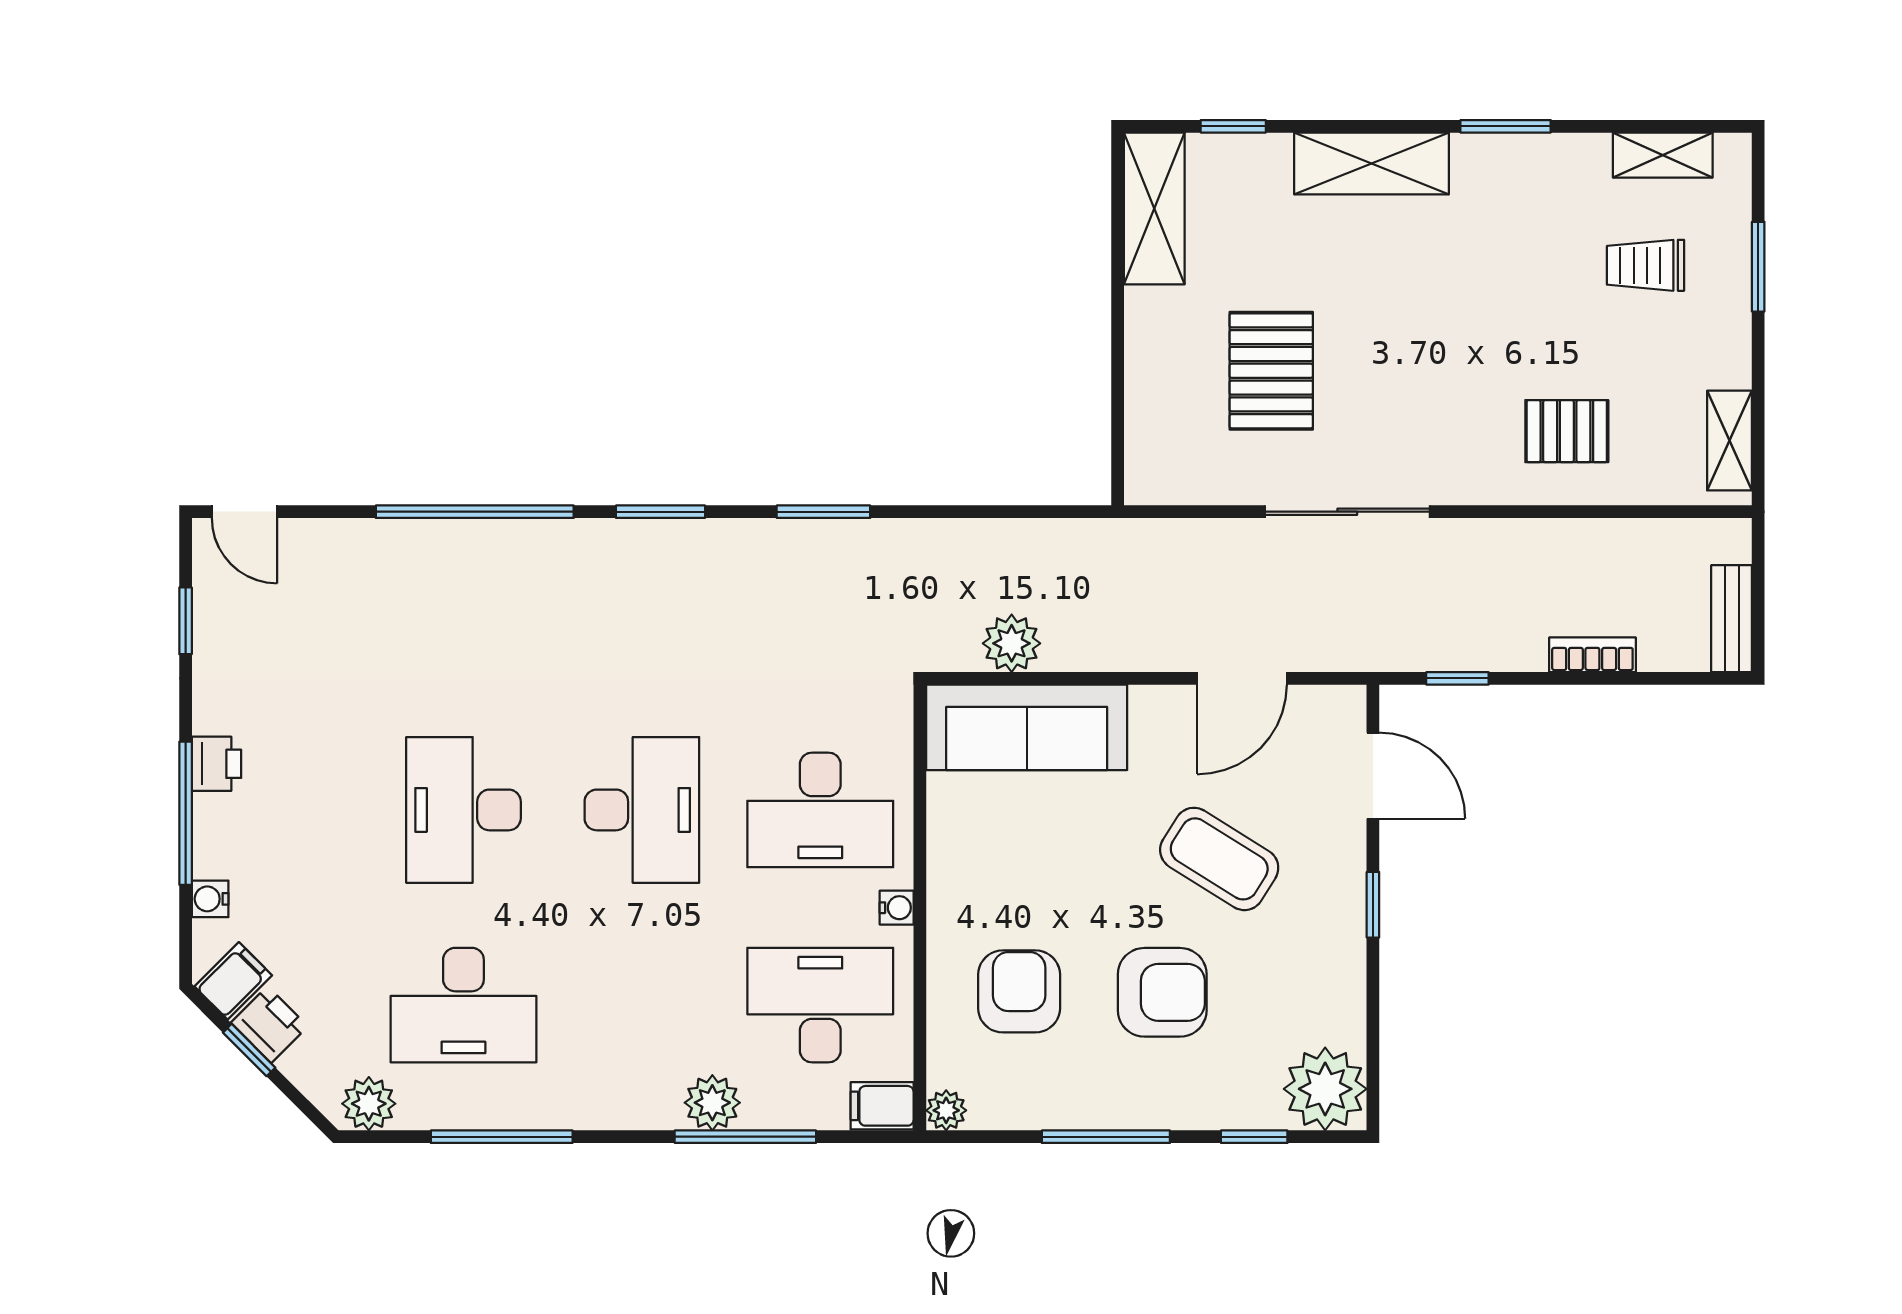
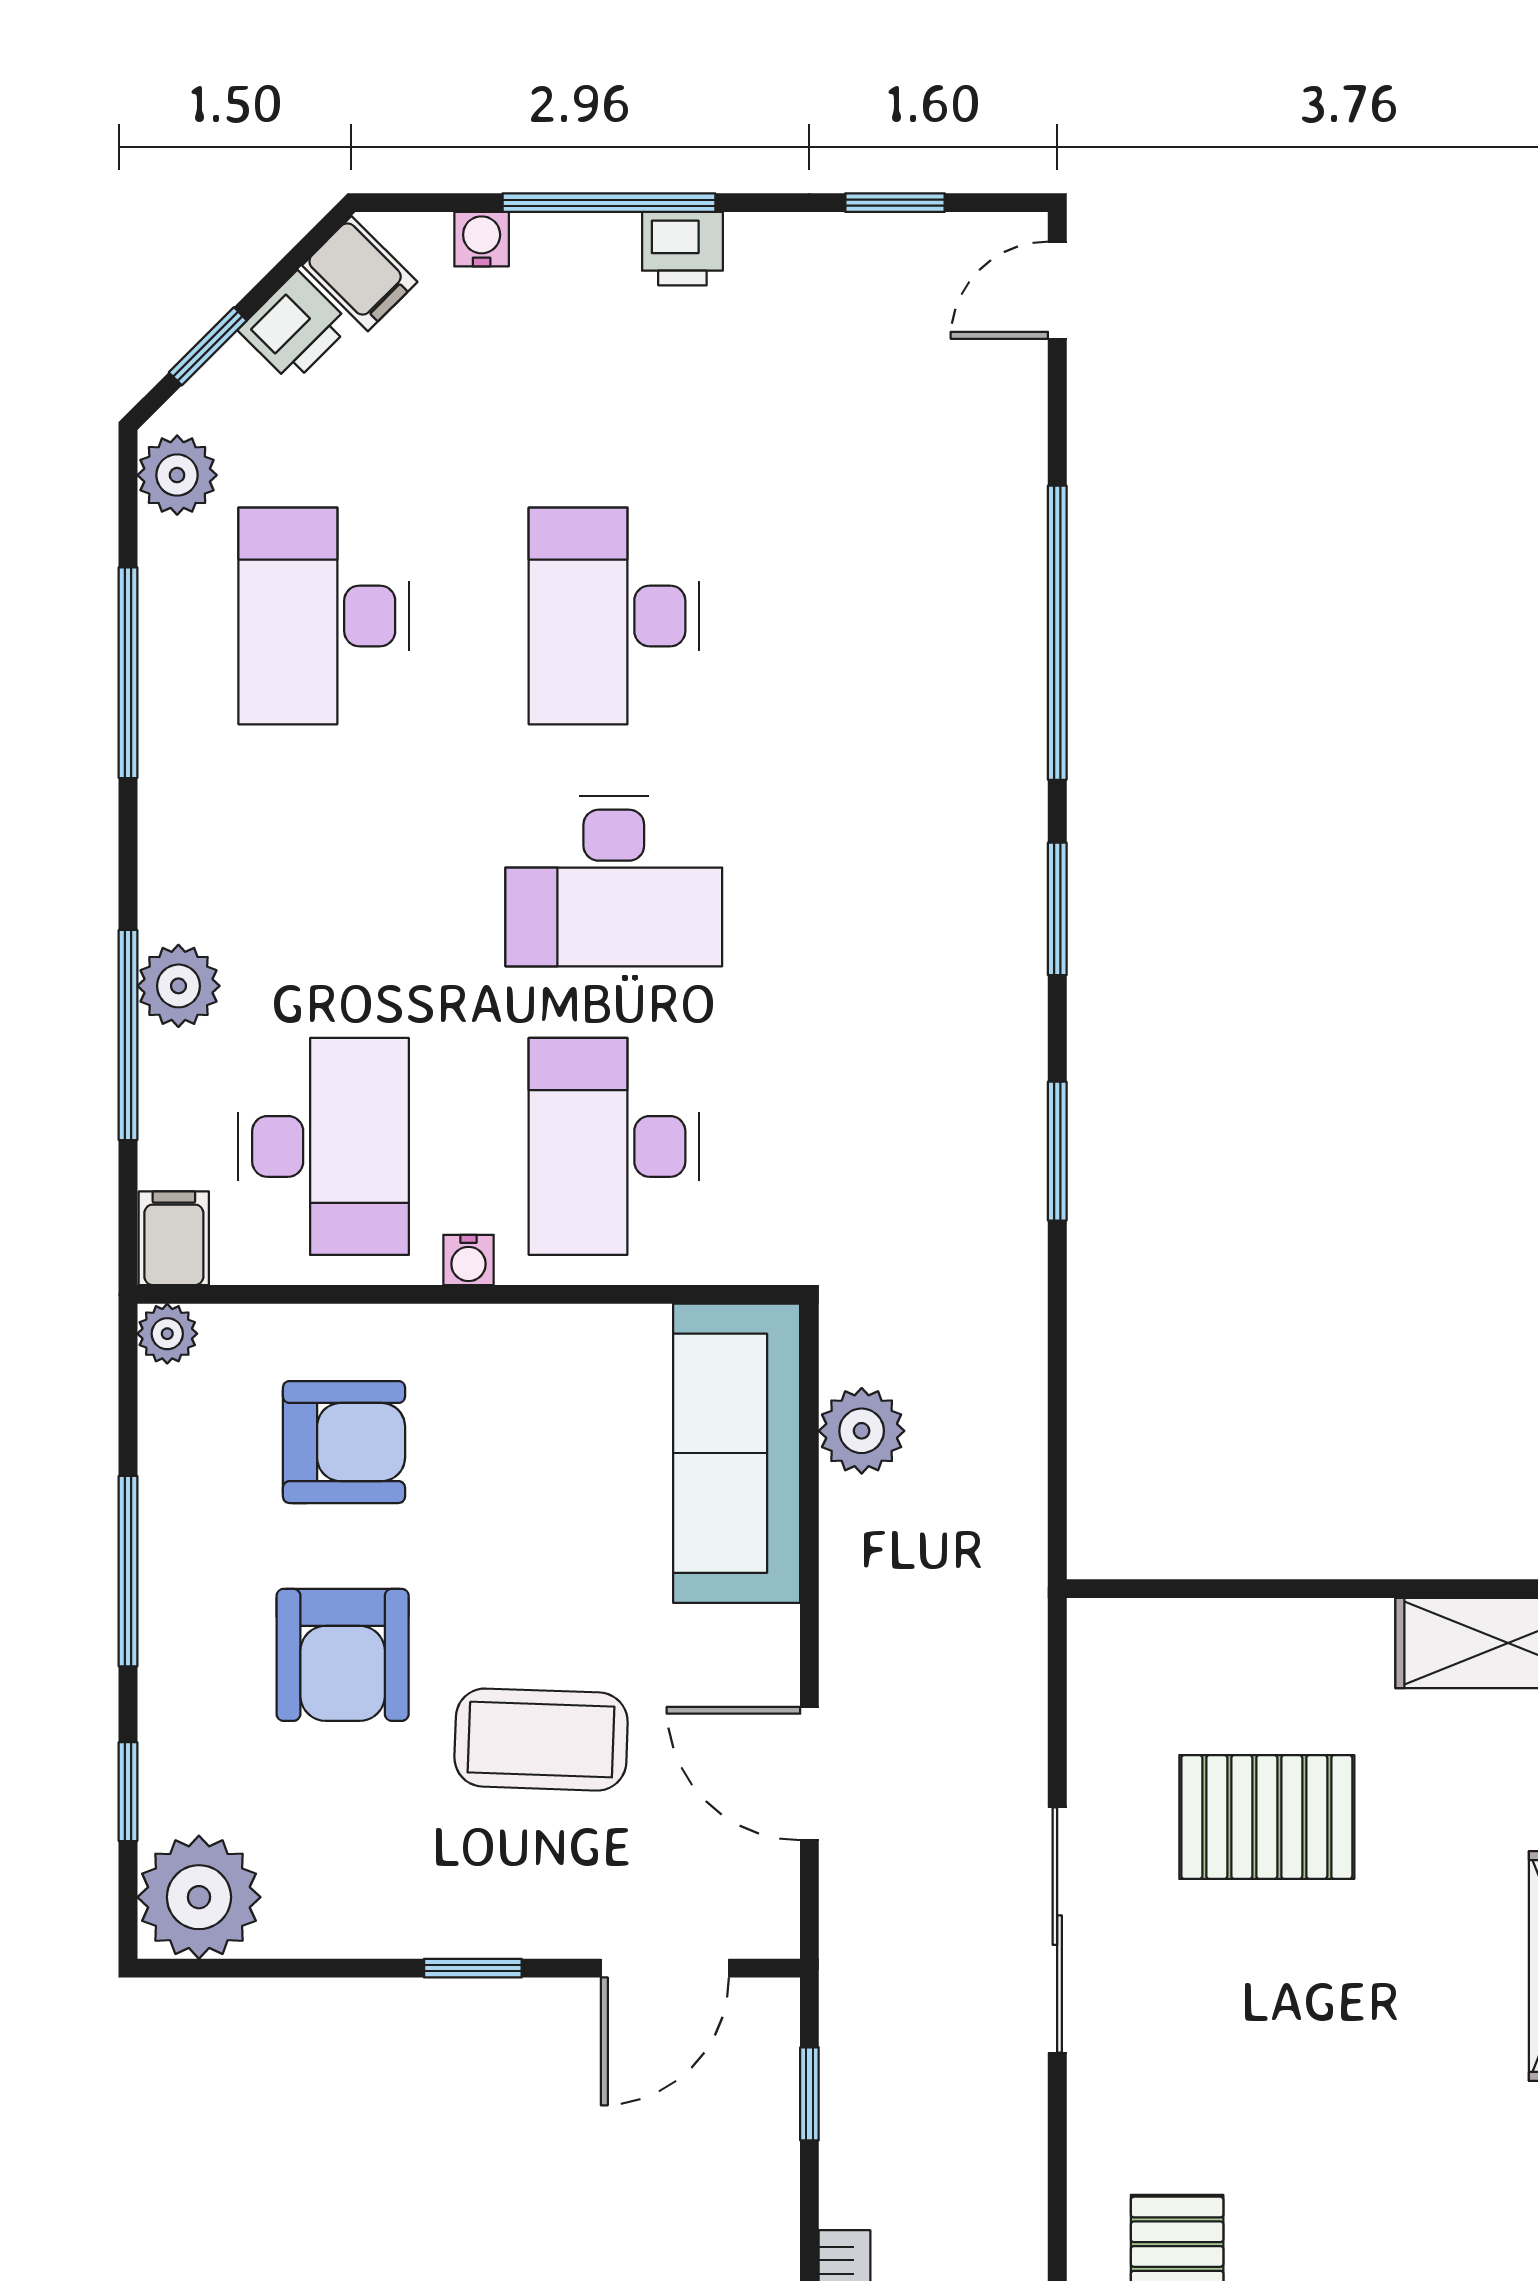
desk: (463, 810) -> (614, 616), turned -90
coffee table: (1219, 859) -> (541, 1740), turned 60
window: (249, 1050) -> (208, 346), moved

